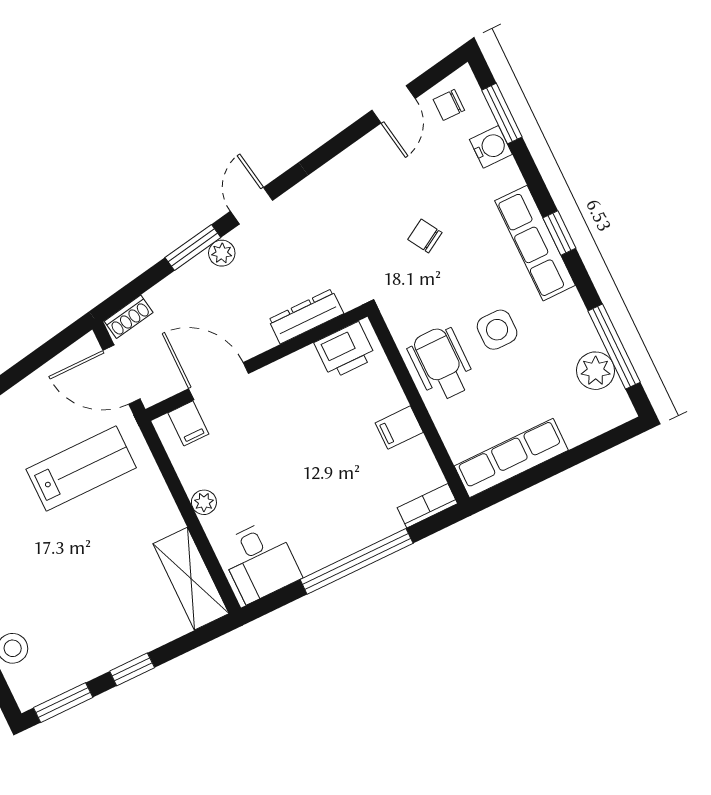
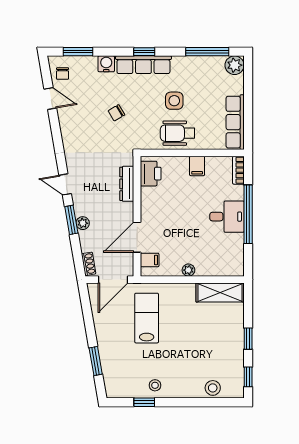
water cooler: (491, 147) -> (106, 64), moved
plant: (222, 253) -> (83, 223), moved
plant: (596, 371) -> (235, 65), moved
desk: (260, 561) -> (227, 217), moved
window: (63, 703) -> (248, 377), width x0.67

